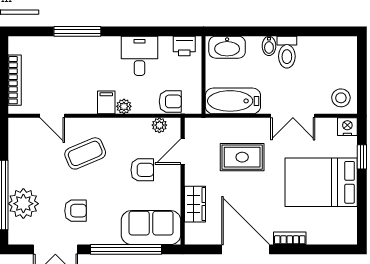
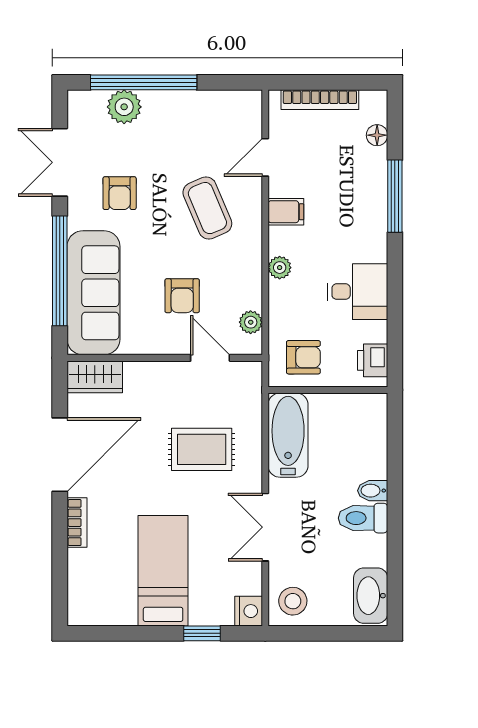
floor lamp: (38, 43) -> (377, 135), added
washbasin: (227, 47) -> (371, 596), moved
armchair: (170, 101) -> (303, 357), moved, turned -90
filing cabinet: (106, 102) -> (286, 212), moved
rug: (242, 157) -> (202, 449), turned 90
bed: (321, 182) -> (163, 571), width x0.67
plant: (23, 204) -> (124, 107), width x0.73, depth x0.73
wardrobe: (195, 204) -> (95, 377), moved
sofa: (151, 228) -> (93, 293), width x1.36

